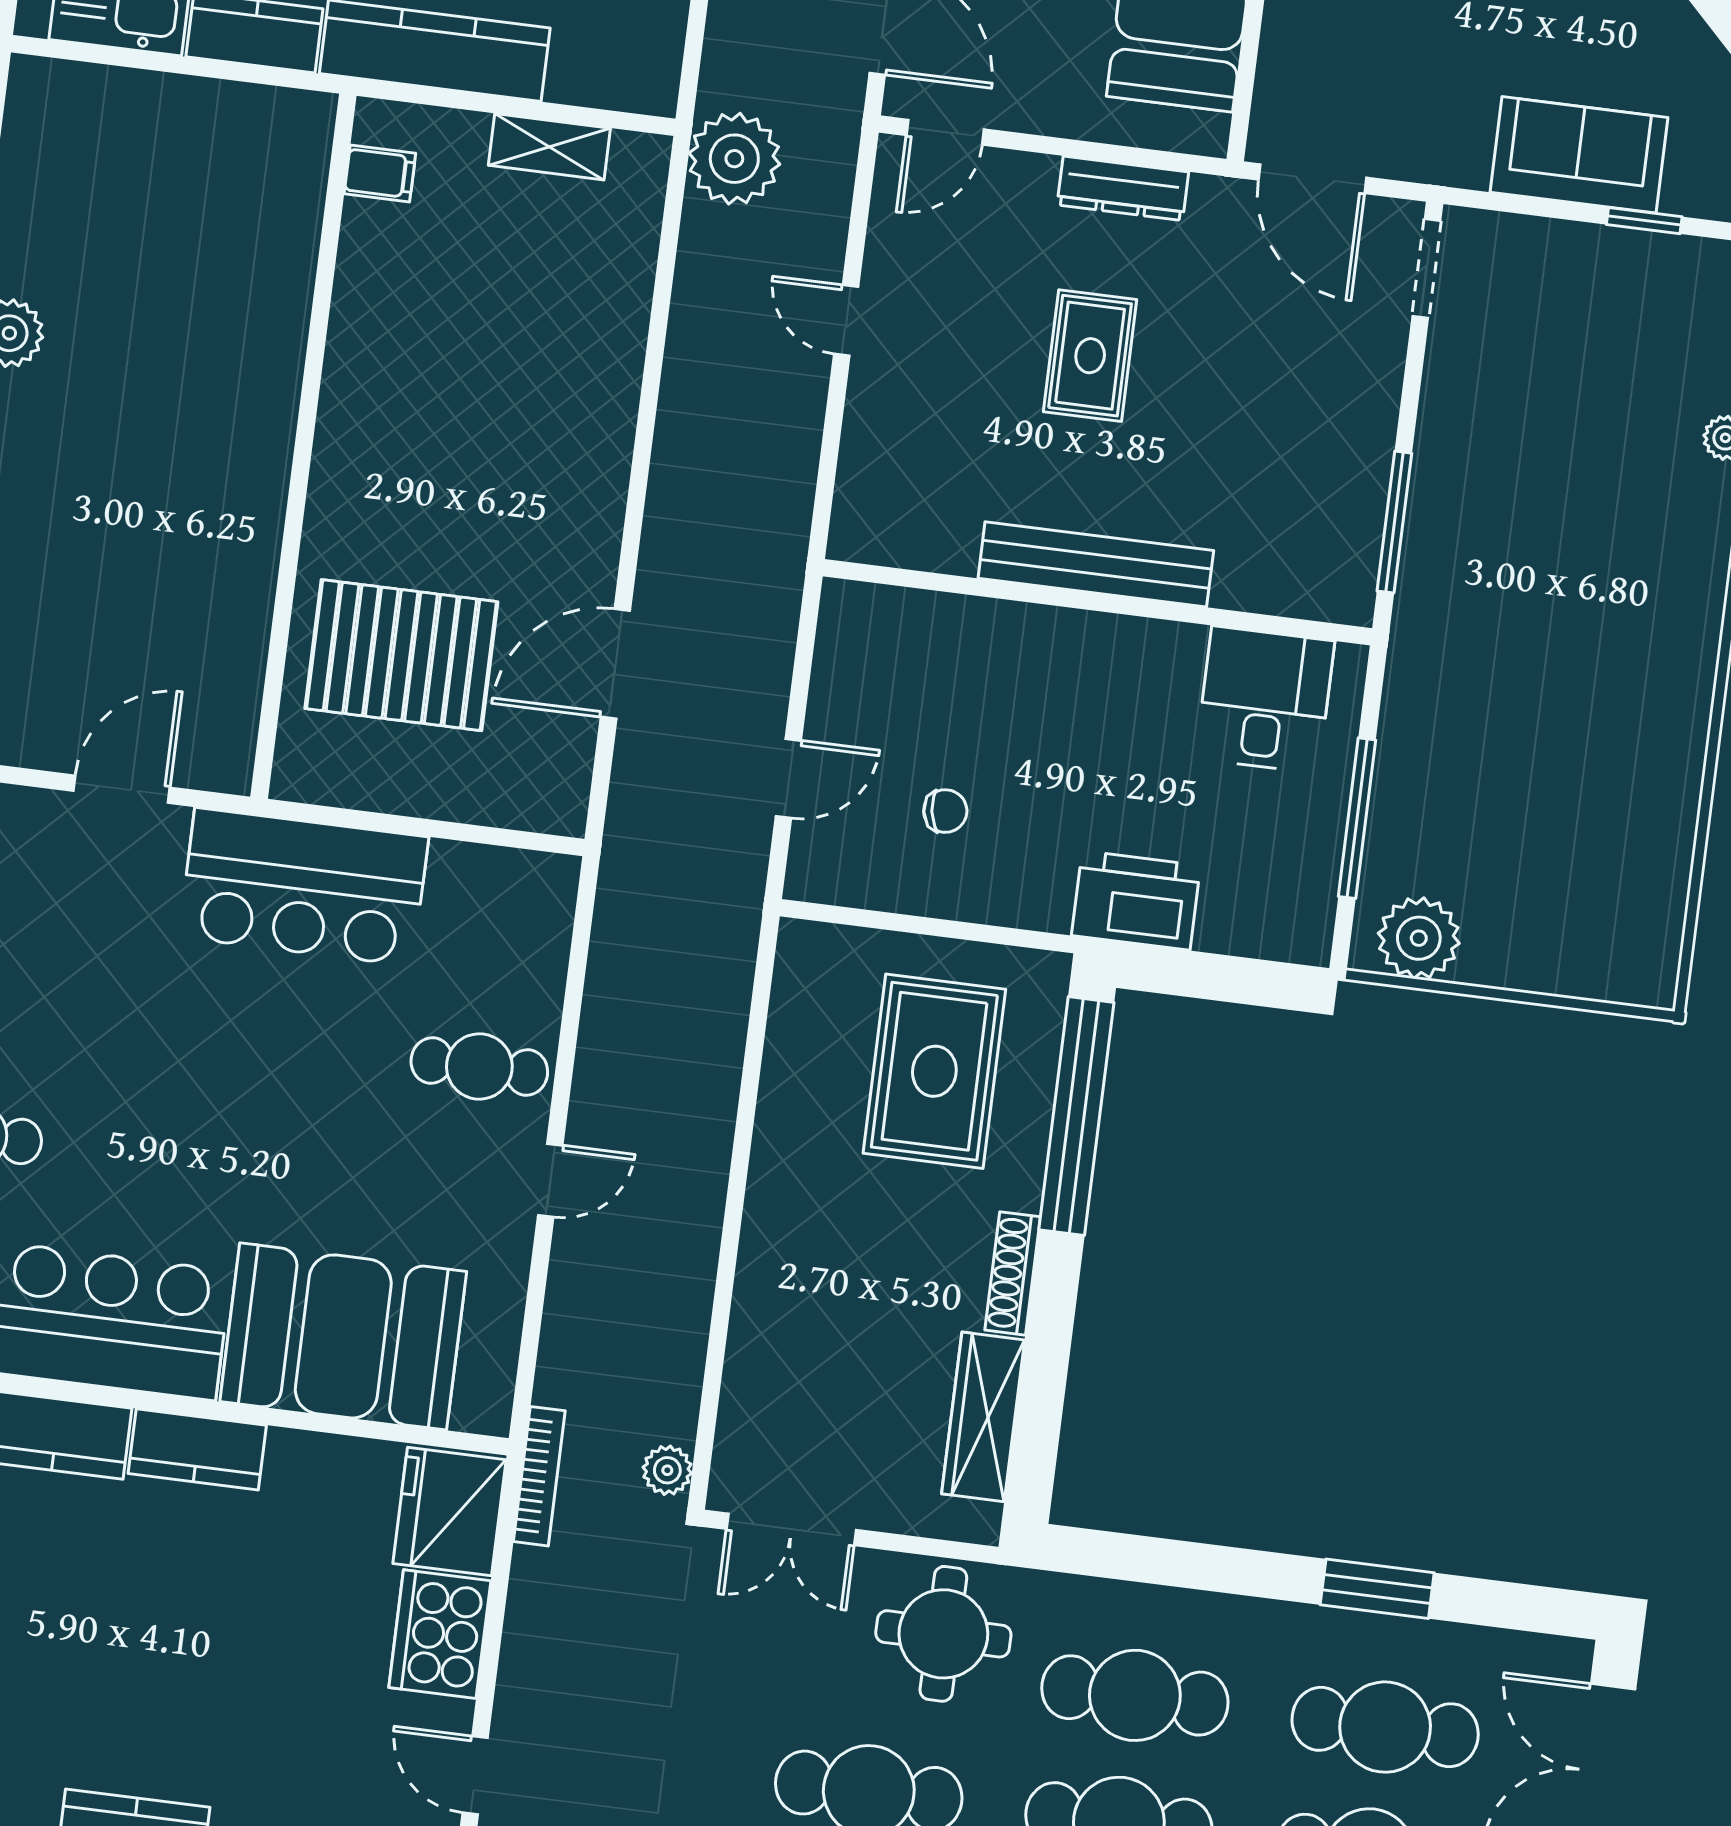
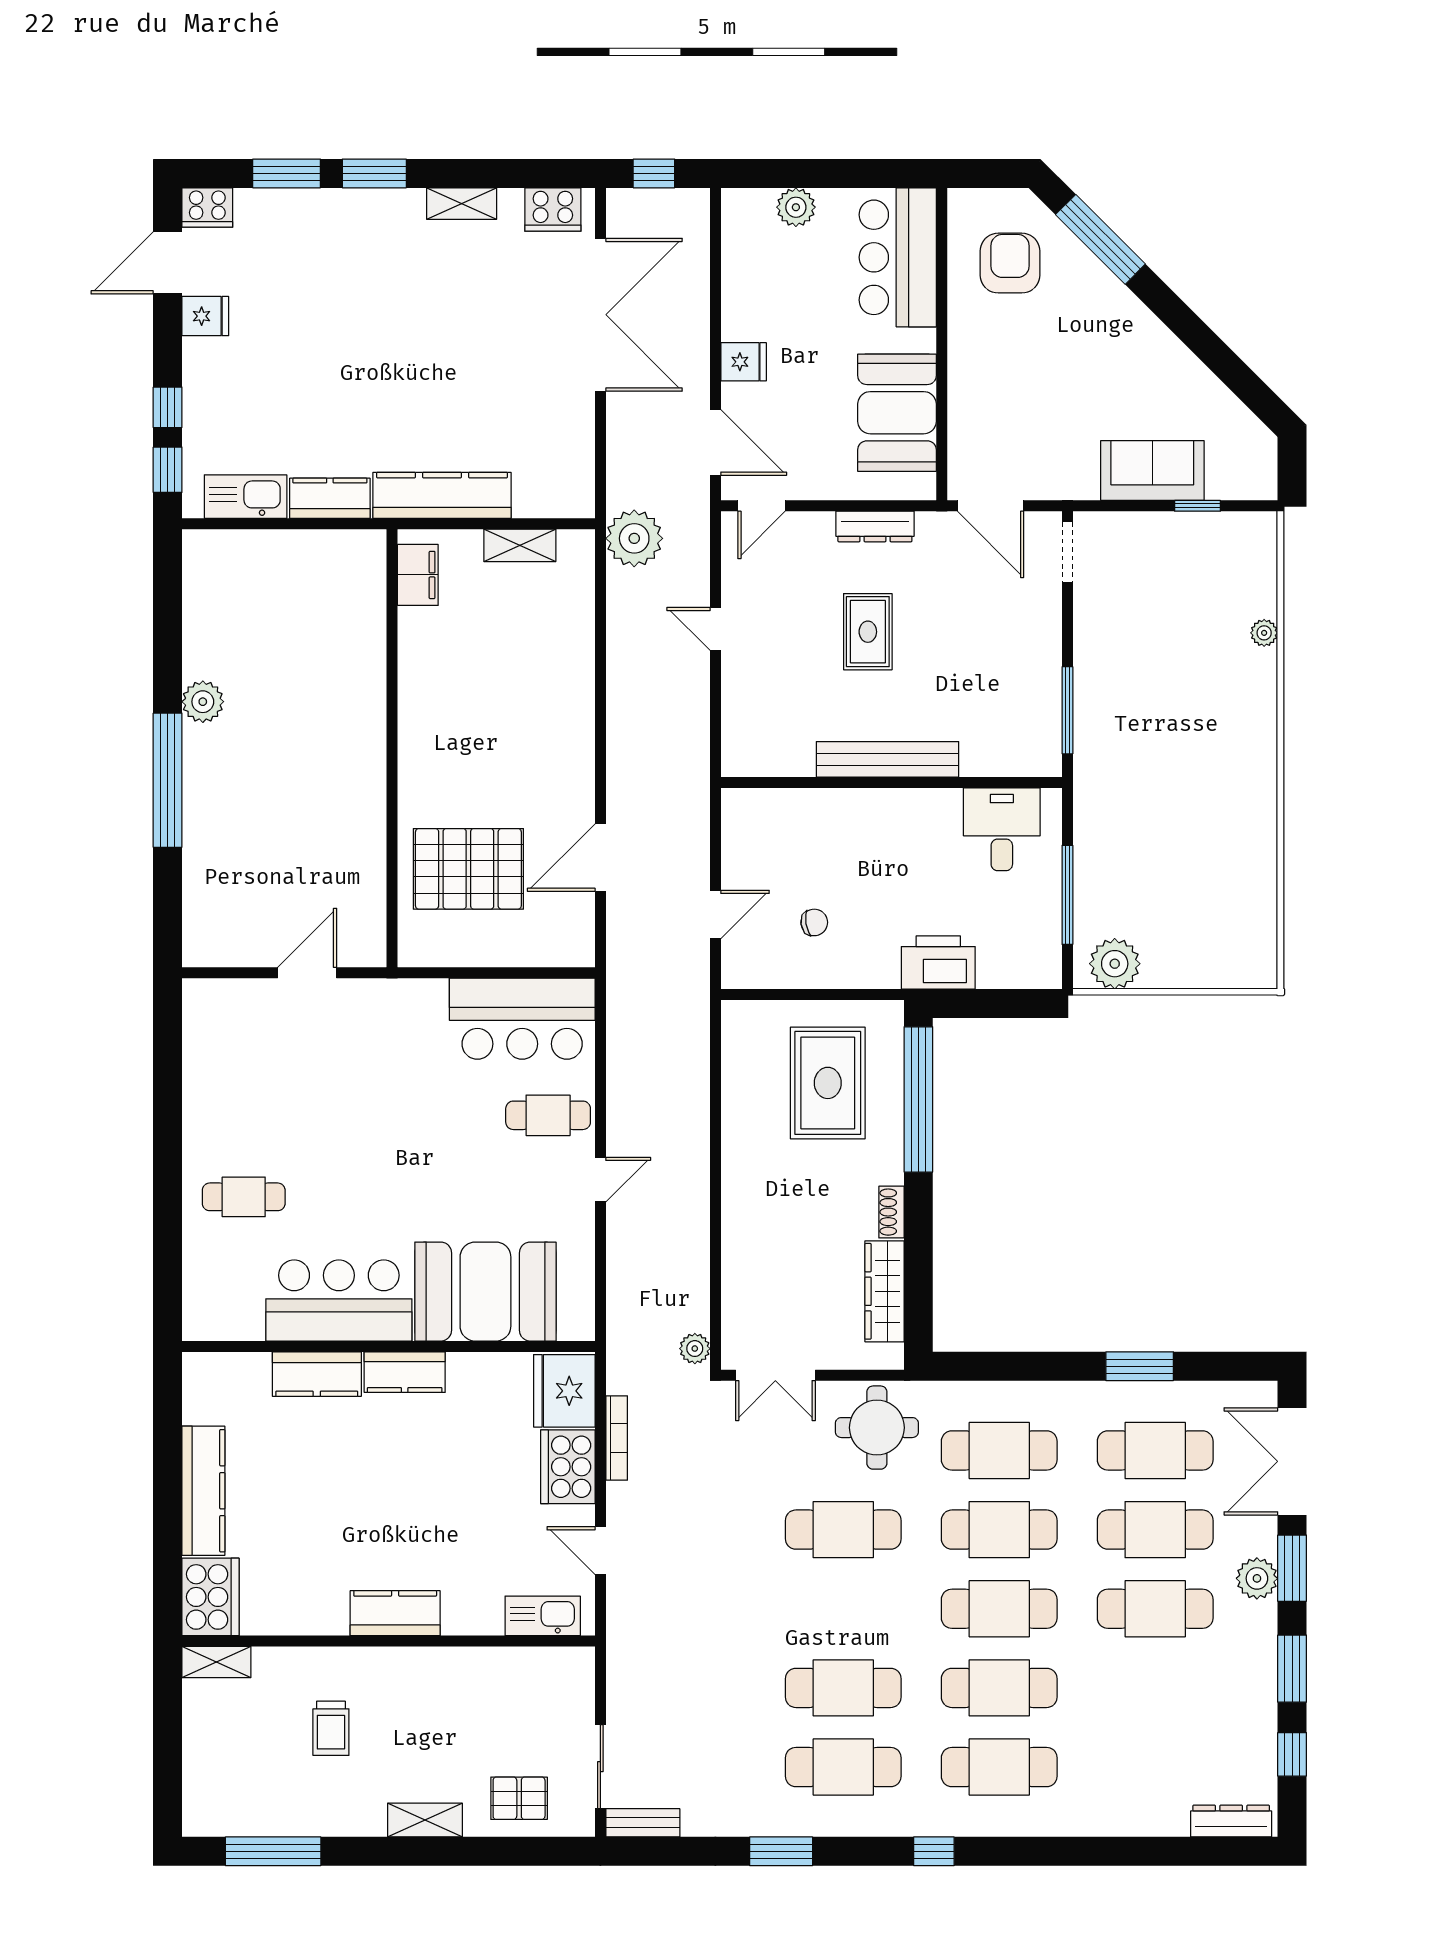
filing cabinet: (380, 173) -> (418, 575), width x2.00
bar counter: (304, 887) -> (522, 1019), moved
shoe rack: (1013, 1273) -> (891, 1212), width x0.70
bookcase: (539, 1476) -> (617, 1438), moved

